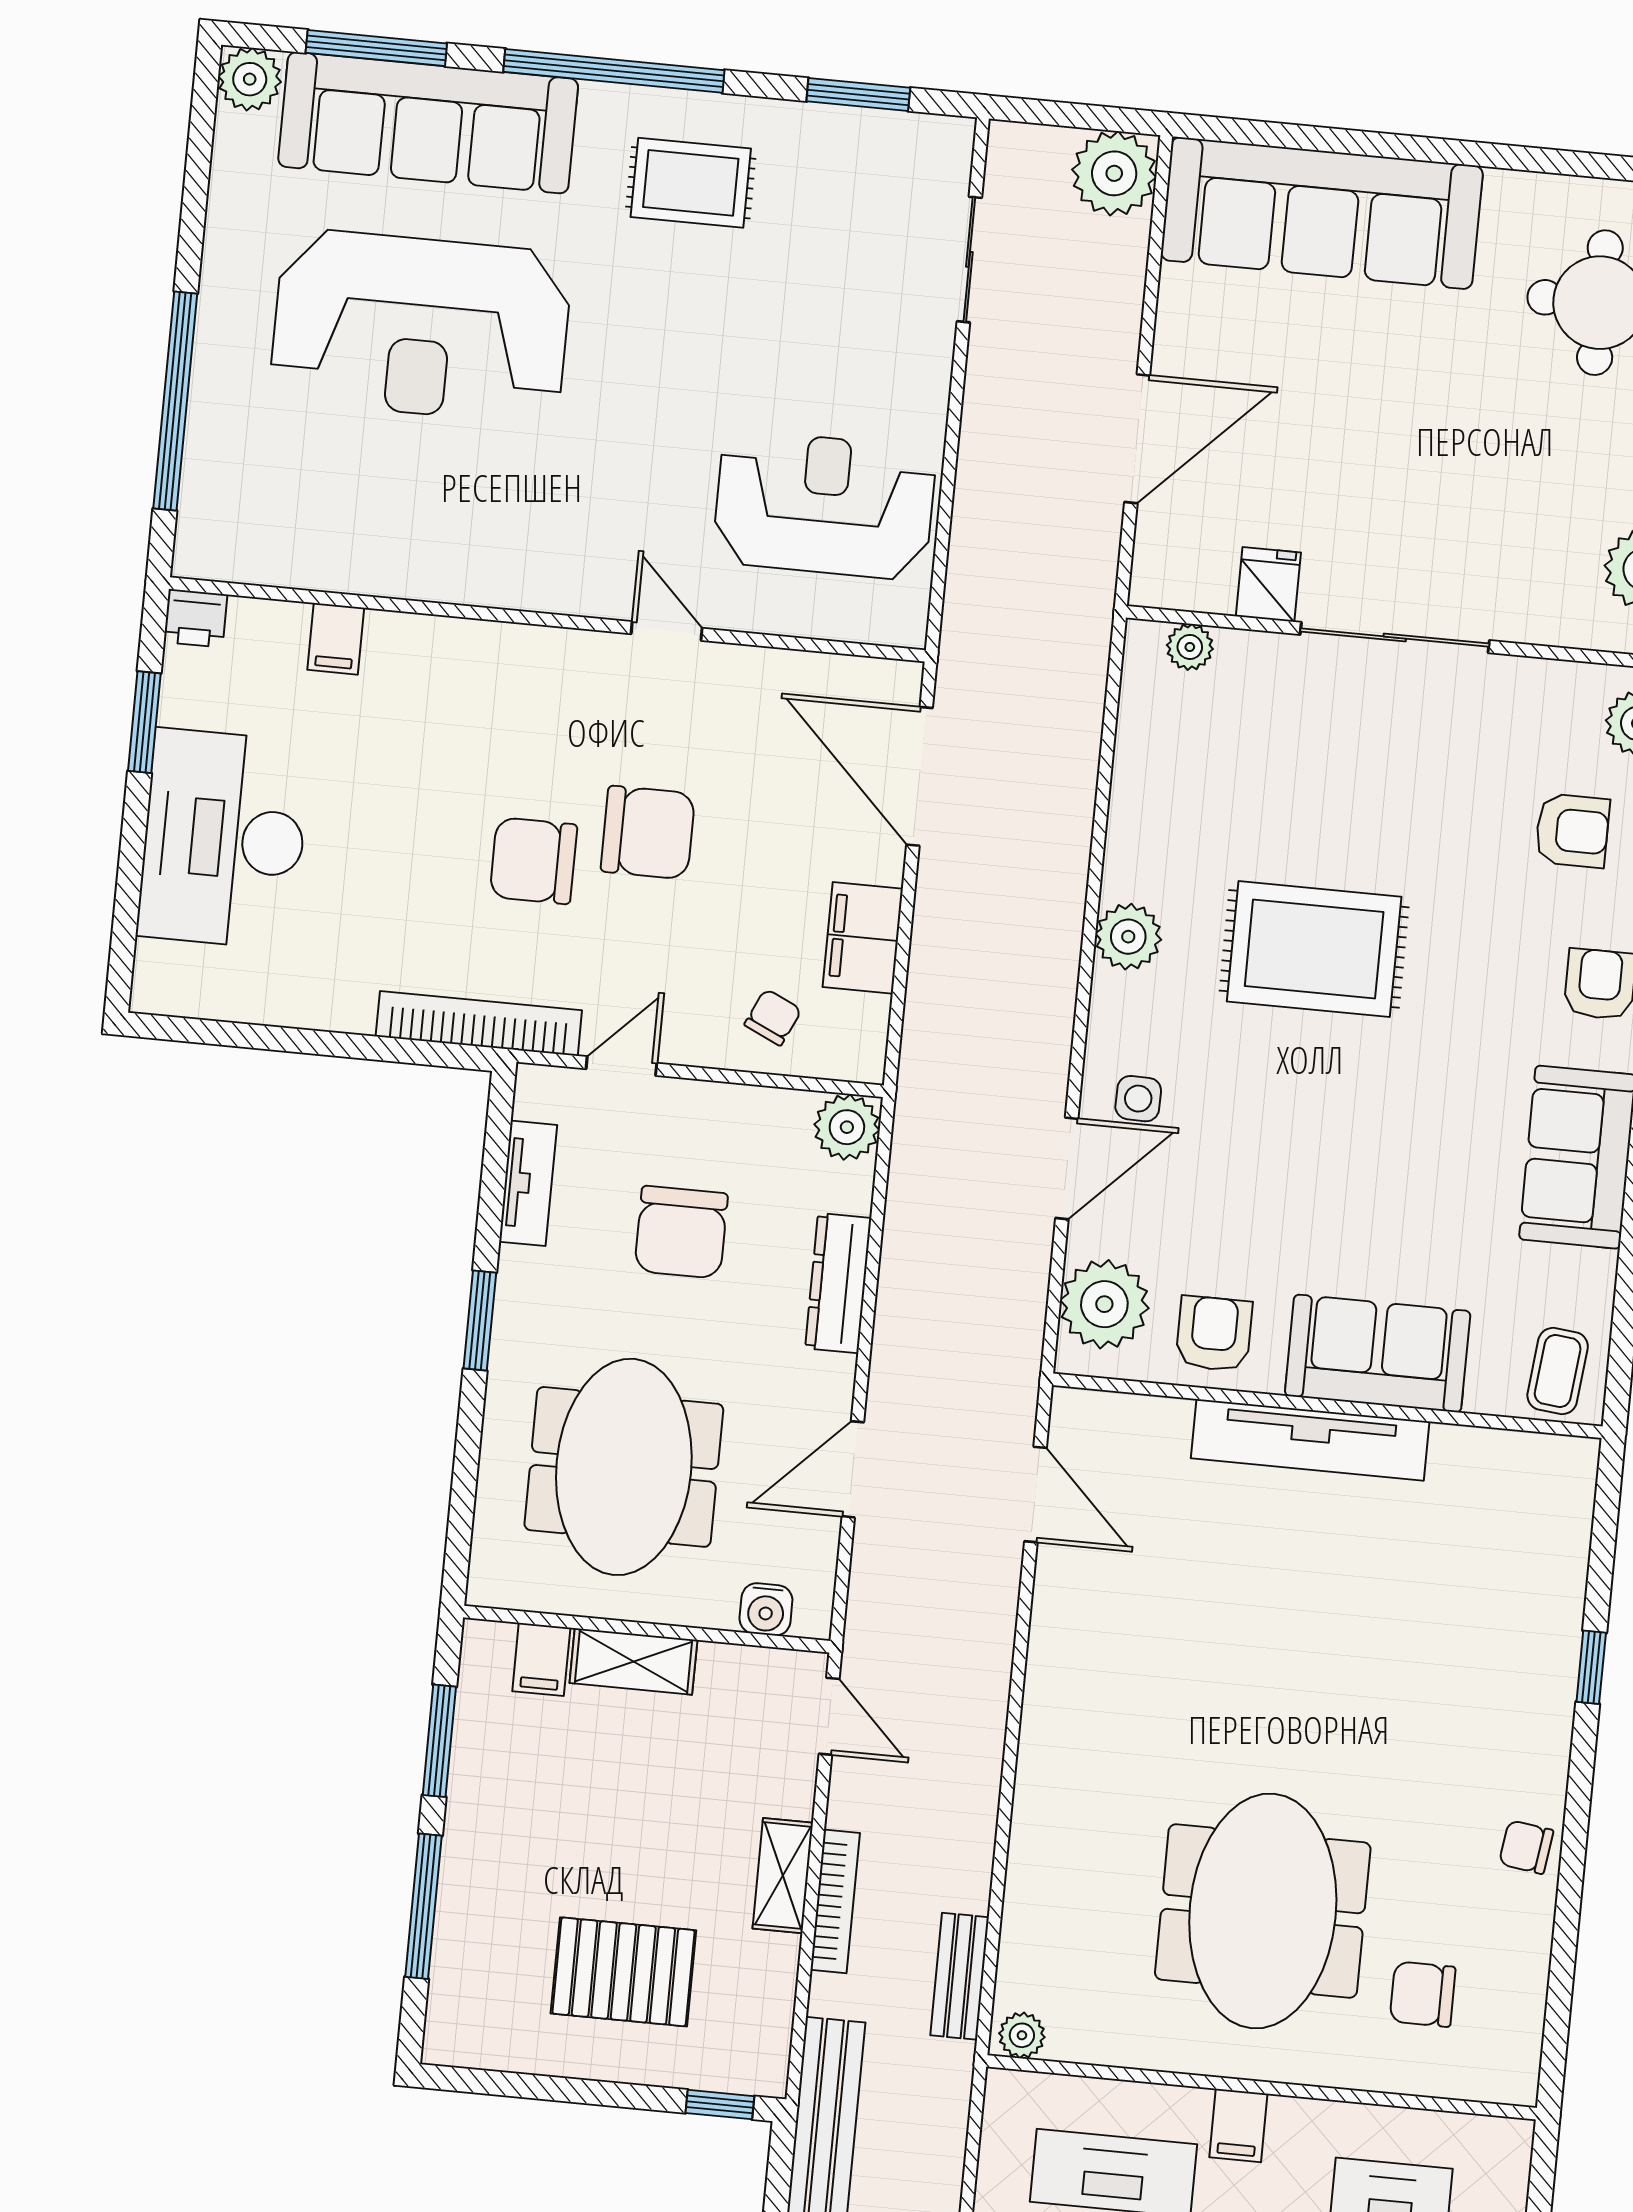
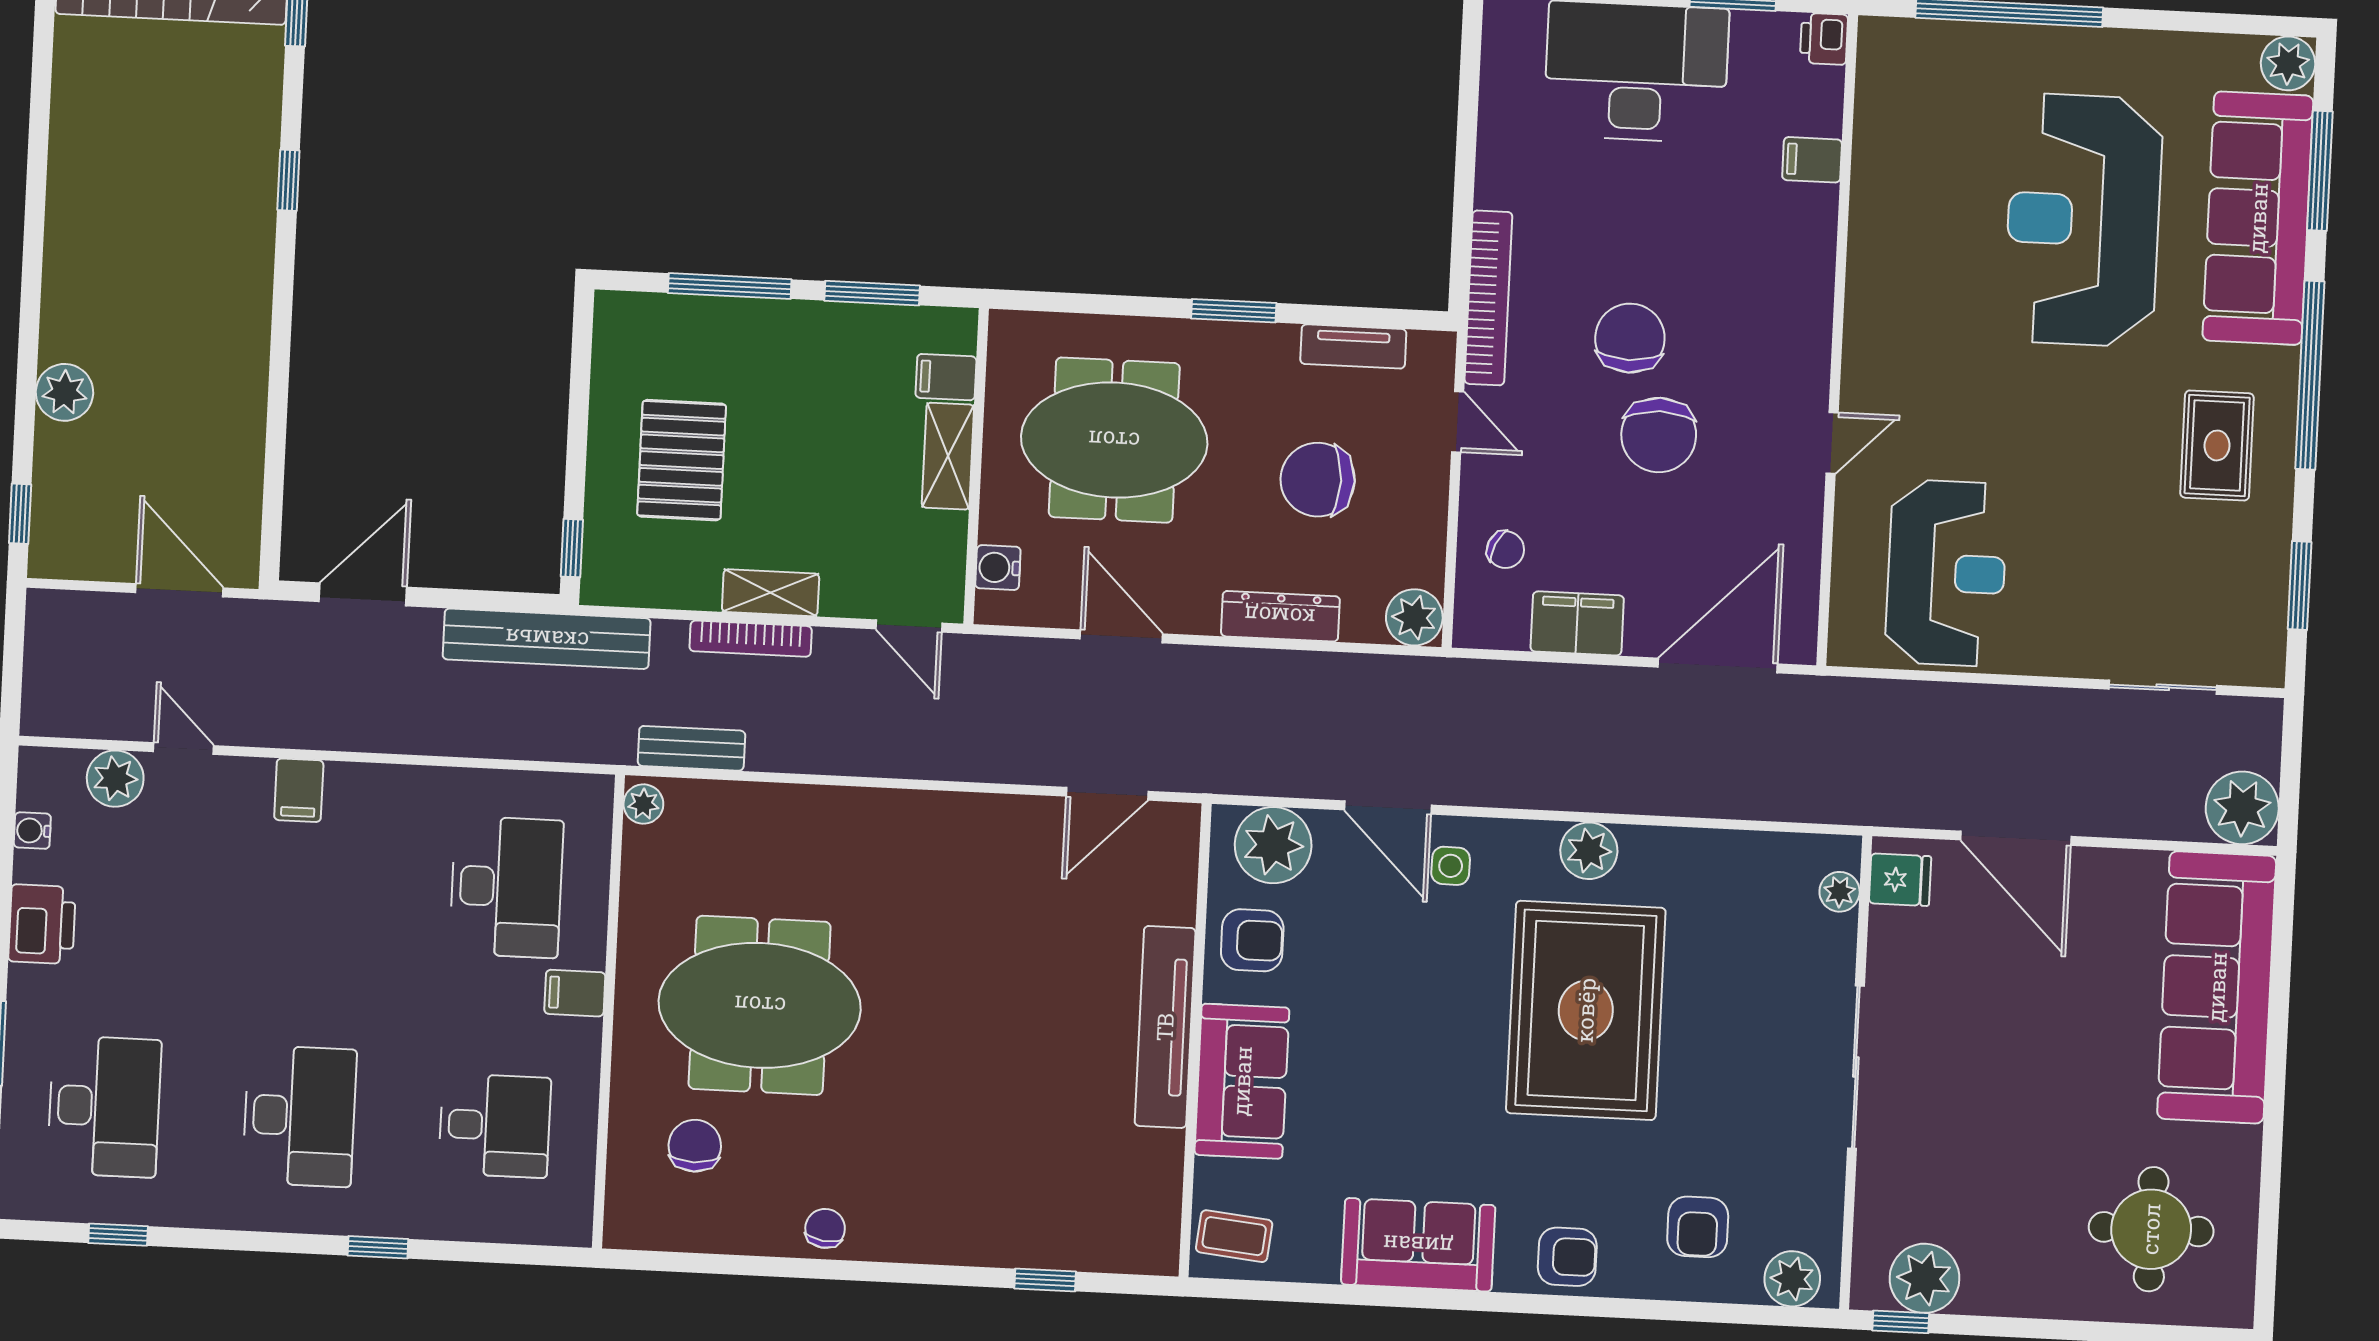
fridge: (1268, 584) -> (1900, 880), moved
rug: (1314, 949) -> (1586, 1010), width x1.37, depth x1.44
window: (1591, 1667) -> (1045, 1280), moved
door: (829, 1716) -> (909, 626), hinge flipped

